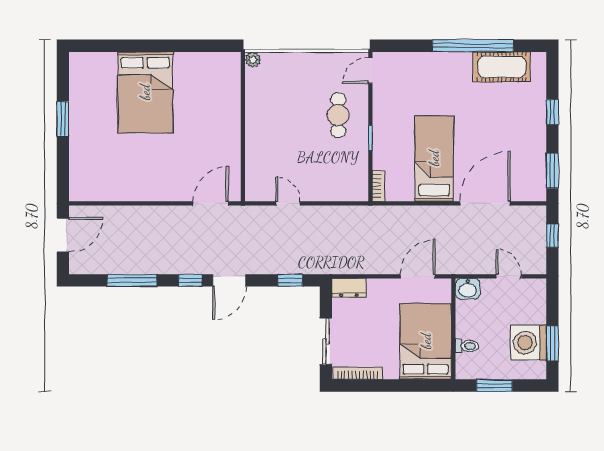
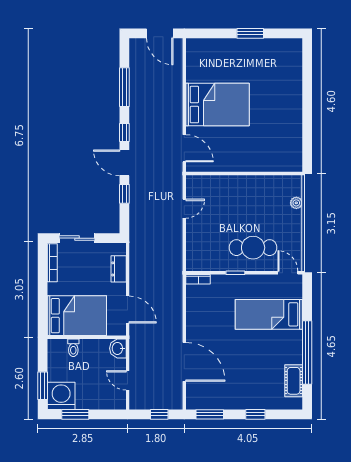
plant: (253, 60) -> (296, 203), moved
cot: (502, 67) -> (294, 381), width x0.73, depth x0.75
bed: (145, 92) -> (217, 105), moved, turned 180
cafe table: (338, 115) -> (253, 248), width x1.37, depth x1.35
bed: (434, 158) -> (269, 314), moved, turned 180
door: (509, 276) -> (128, 380), swing flipped
window: (290, 280) -> (124, 194), moved
dresser: (349, 288) -> (119, 269), moved
washing machine: (529, 343) -> (61, 396), moved
window: (494, 386) -> (43, 386), moved

